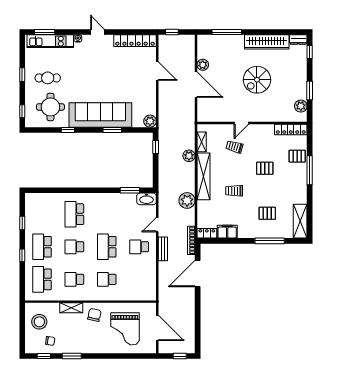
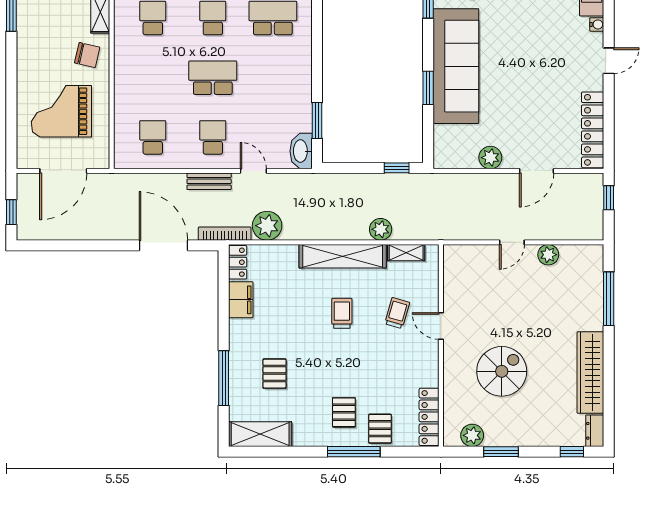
spiral stairs: (257, 80) -> (502, 371), moved, turned 90
door: (196, 85) -> (512, 242), width x0.53
plant: (150, 121) -> (490, 158), moved
pallet: (265, 168) -> (344, 412), moved
trolley: (234, 191) -> (342, 313), moved
plant: (187, 201) -> (267, 226), moved
school desk: (107, 279) -> (153, 137), moved

